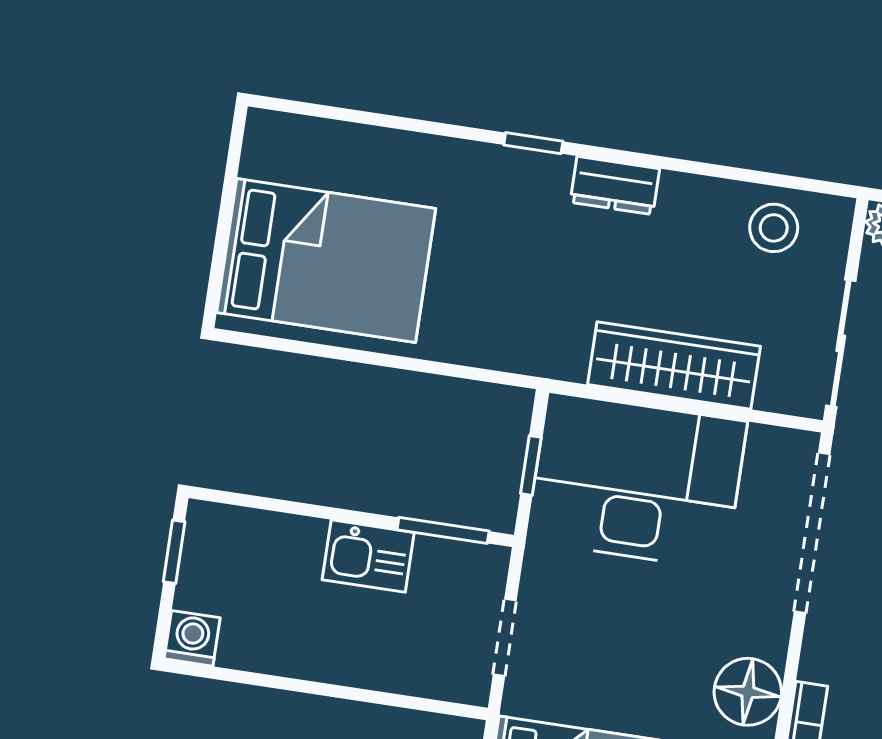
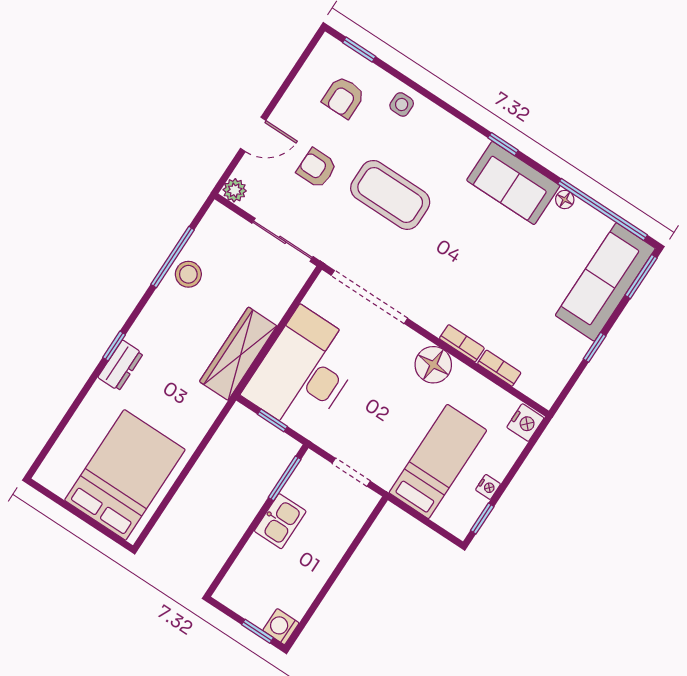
window: (727, 173) -> (173, 257), added
dresser: (615, 185) -> (121, 365), moved
stool: (774, 228) -> (188, 274), moved
wardrobe: (674, 365) -> (238, 354), moved
window: (174, 552) -> (257, 631), moved

